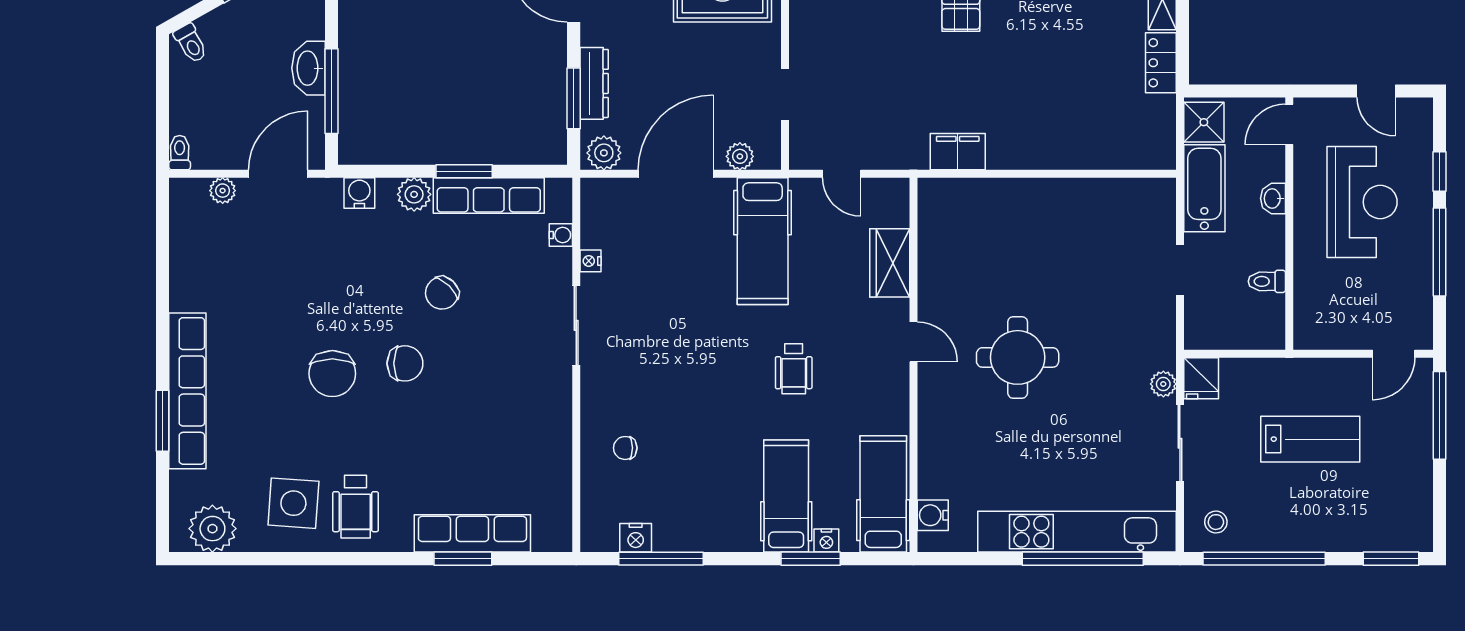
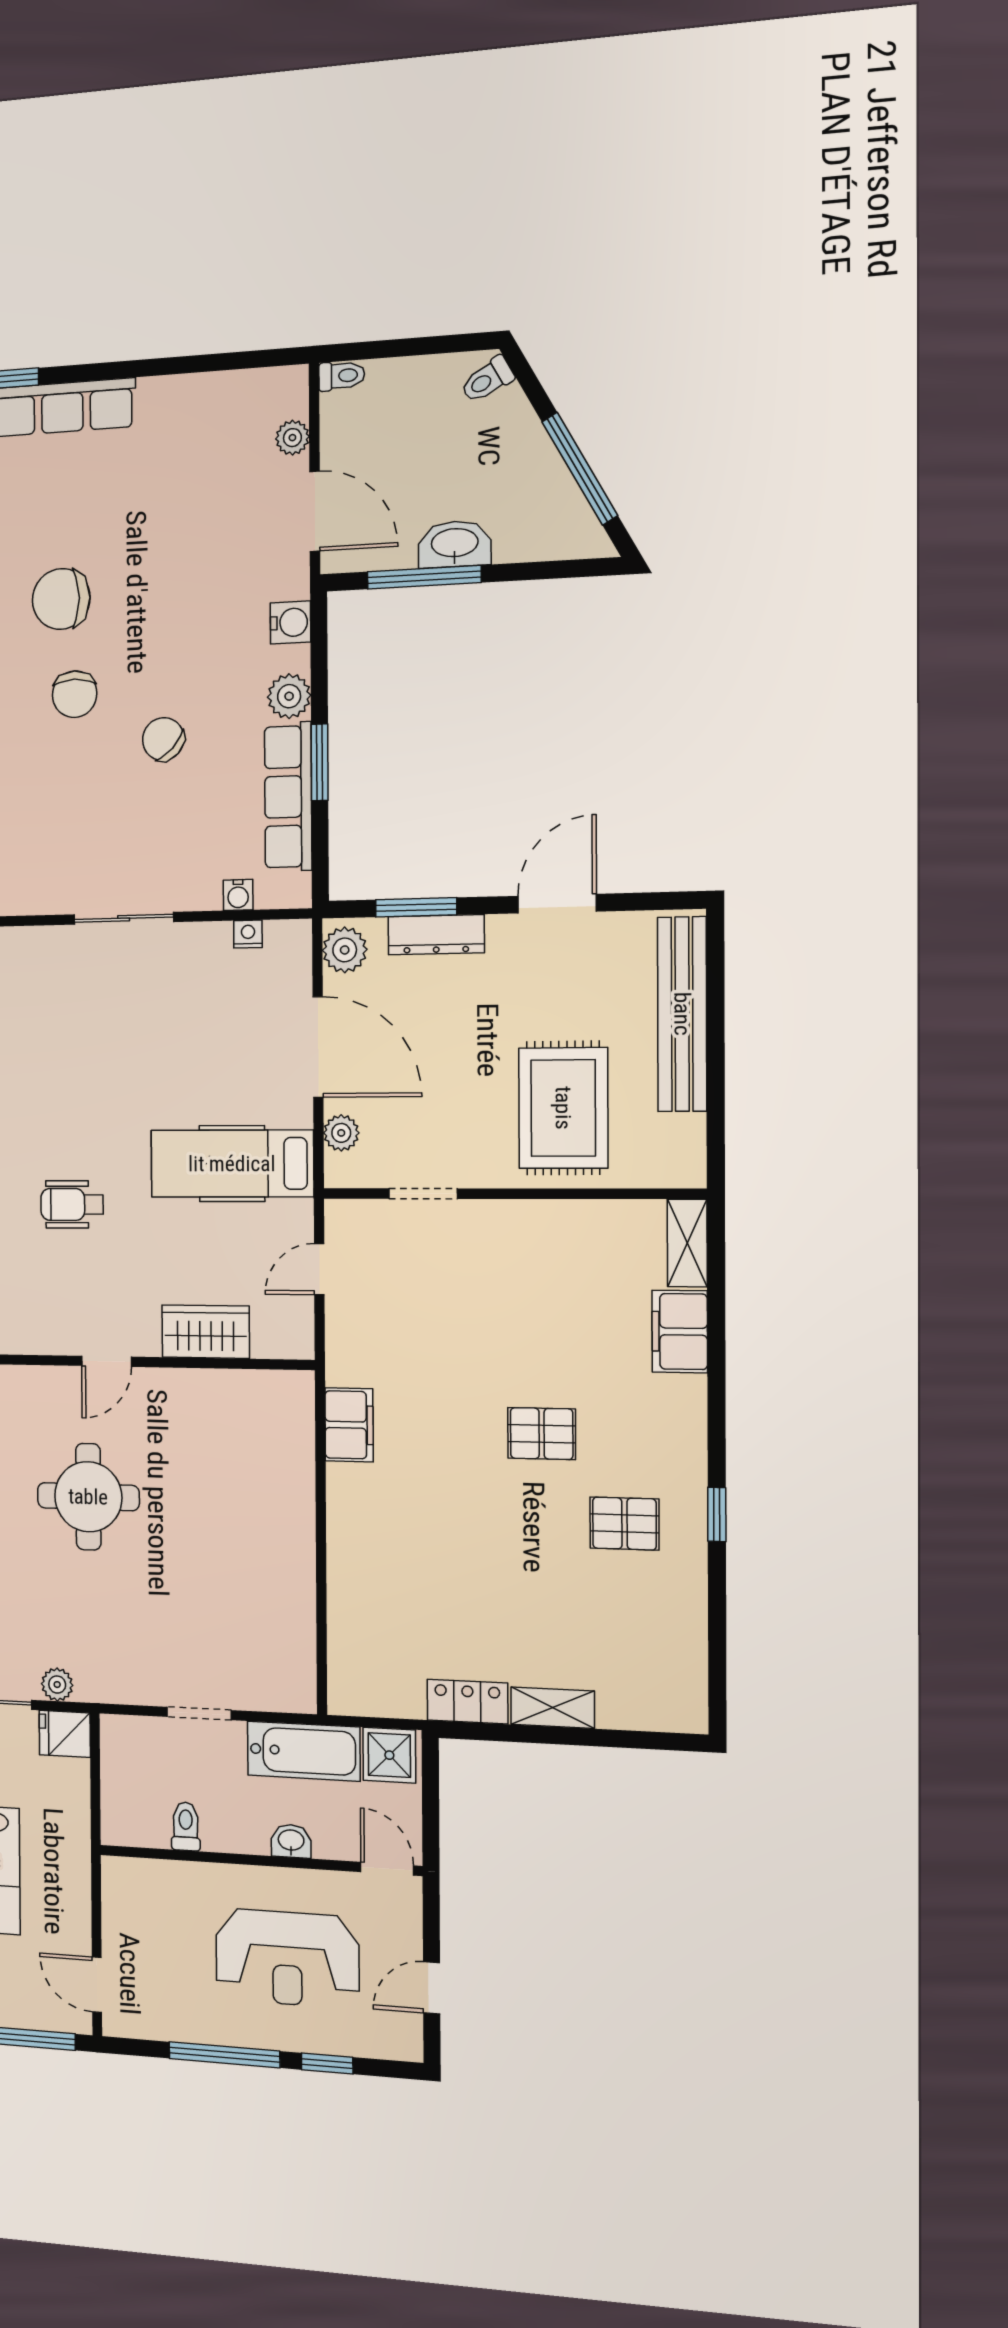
nightstand: (590, 261) -> (248, 934), moved

